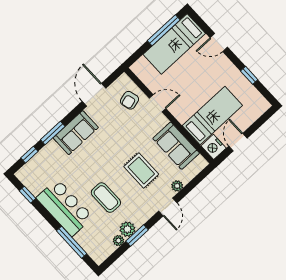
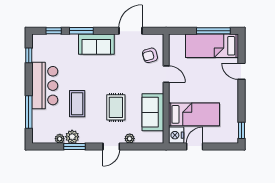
window: (249, 75) -> (241, 130), moved

